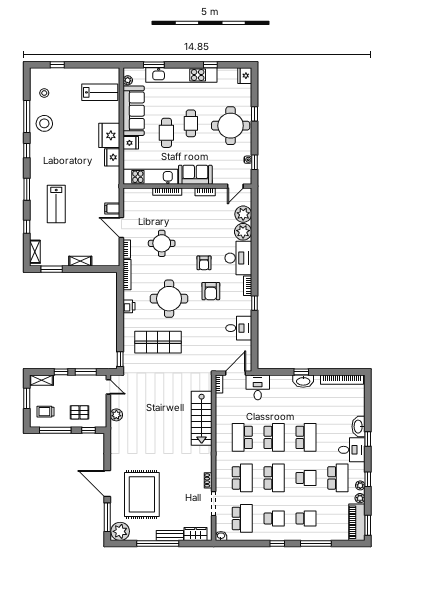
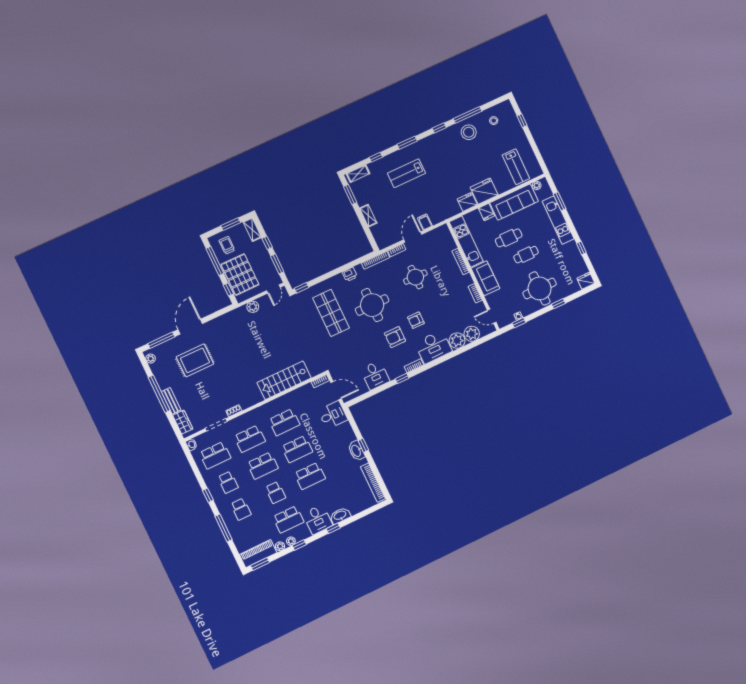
kitchen unit: (181, 75) -> (558, 220), width x0.73
pallet: (80, 412) -> (240, 275), width x2.05, depth x2.00
school desk: (242, 437) -> (284, 422), turned 180
rug: (142, 494) -> (195, 360), width x0.73, depth x0.69
plant: (120, 531) -> (151, 359), width x0.53, depth x0.53

